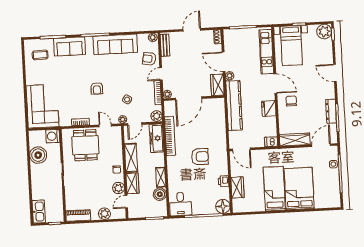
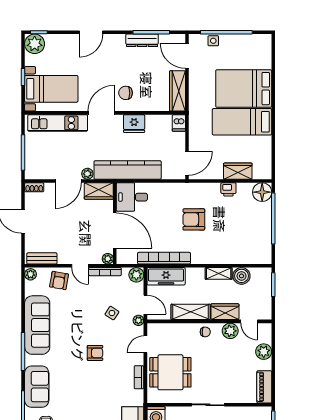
armchair: (200, 157) -> (194, 219), turned -91
desk: (181, 204) -> (132, 197), moved, turned 180

